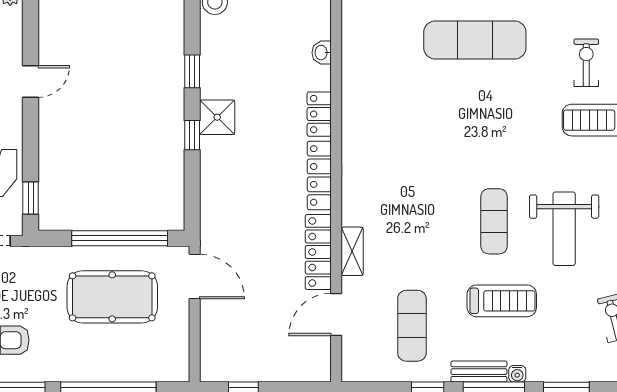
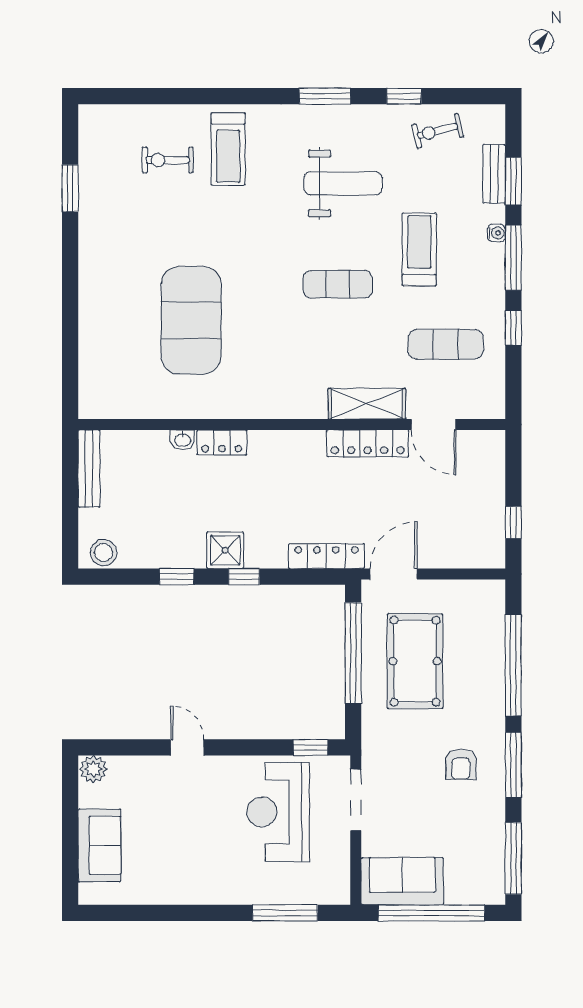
exercise mat: (475, 40) -> (191, 320), moved, width x1.47
washbasin: (322, 53) -> (182, 440), moved
locker: (319, 175) -> (326, 556), moved, turned 180
exercise mat: (494, 221) -> (338, 284), moved
shelving: (352, 251) -> (367, 404), width x1.50, depth x1.33
bench: (479, 372) -> (494, 174), moved

